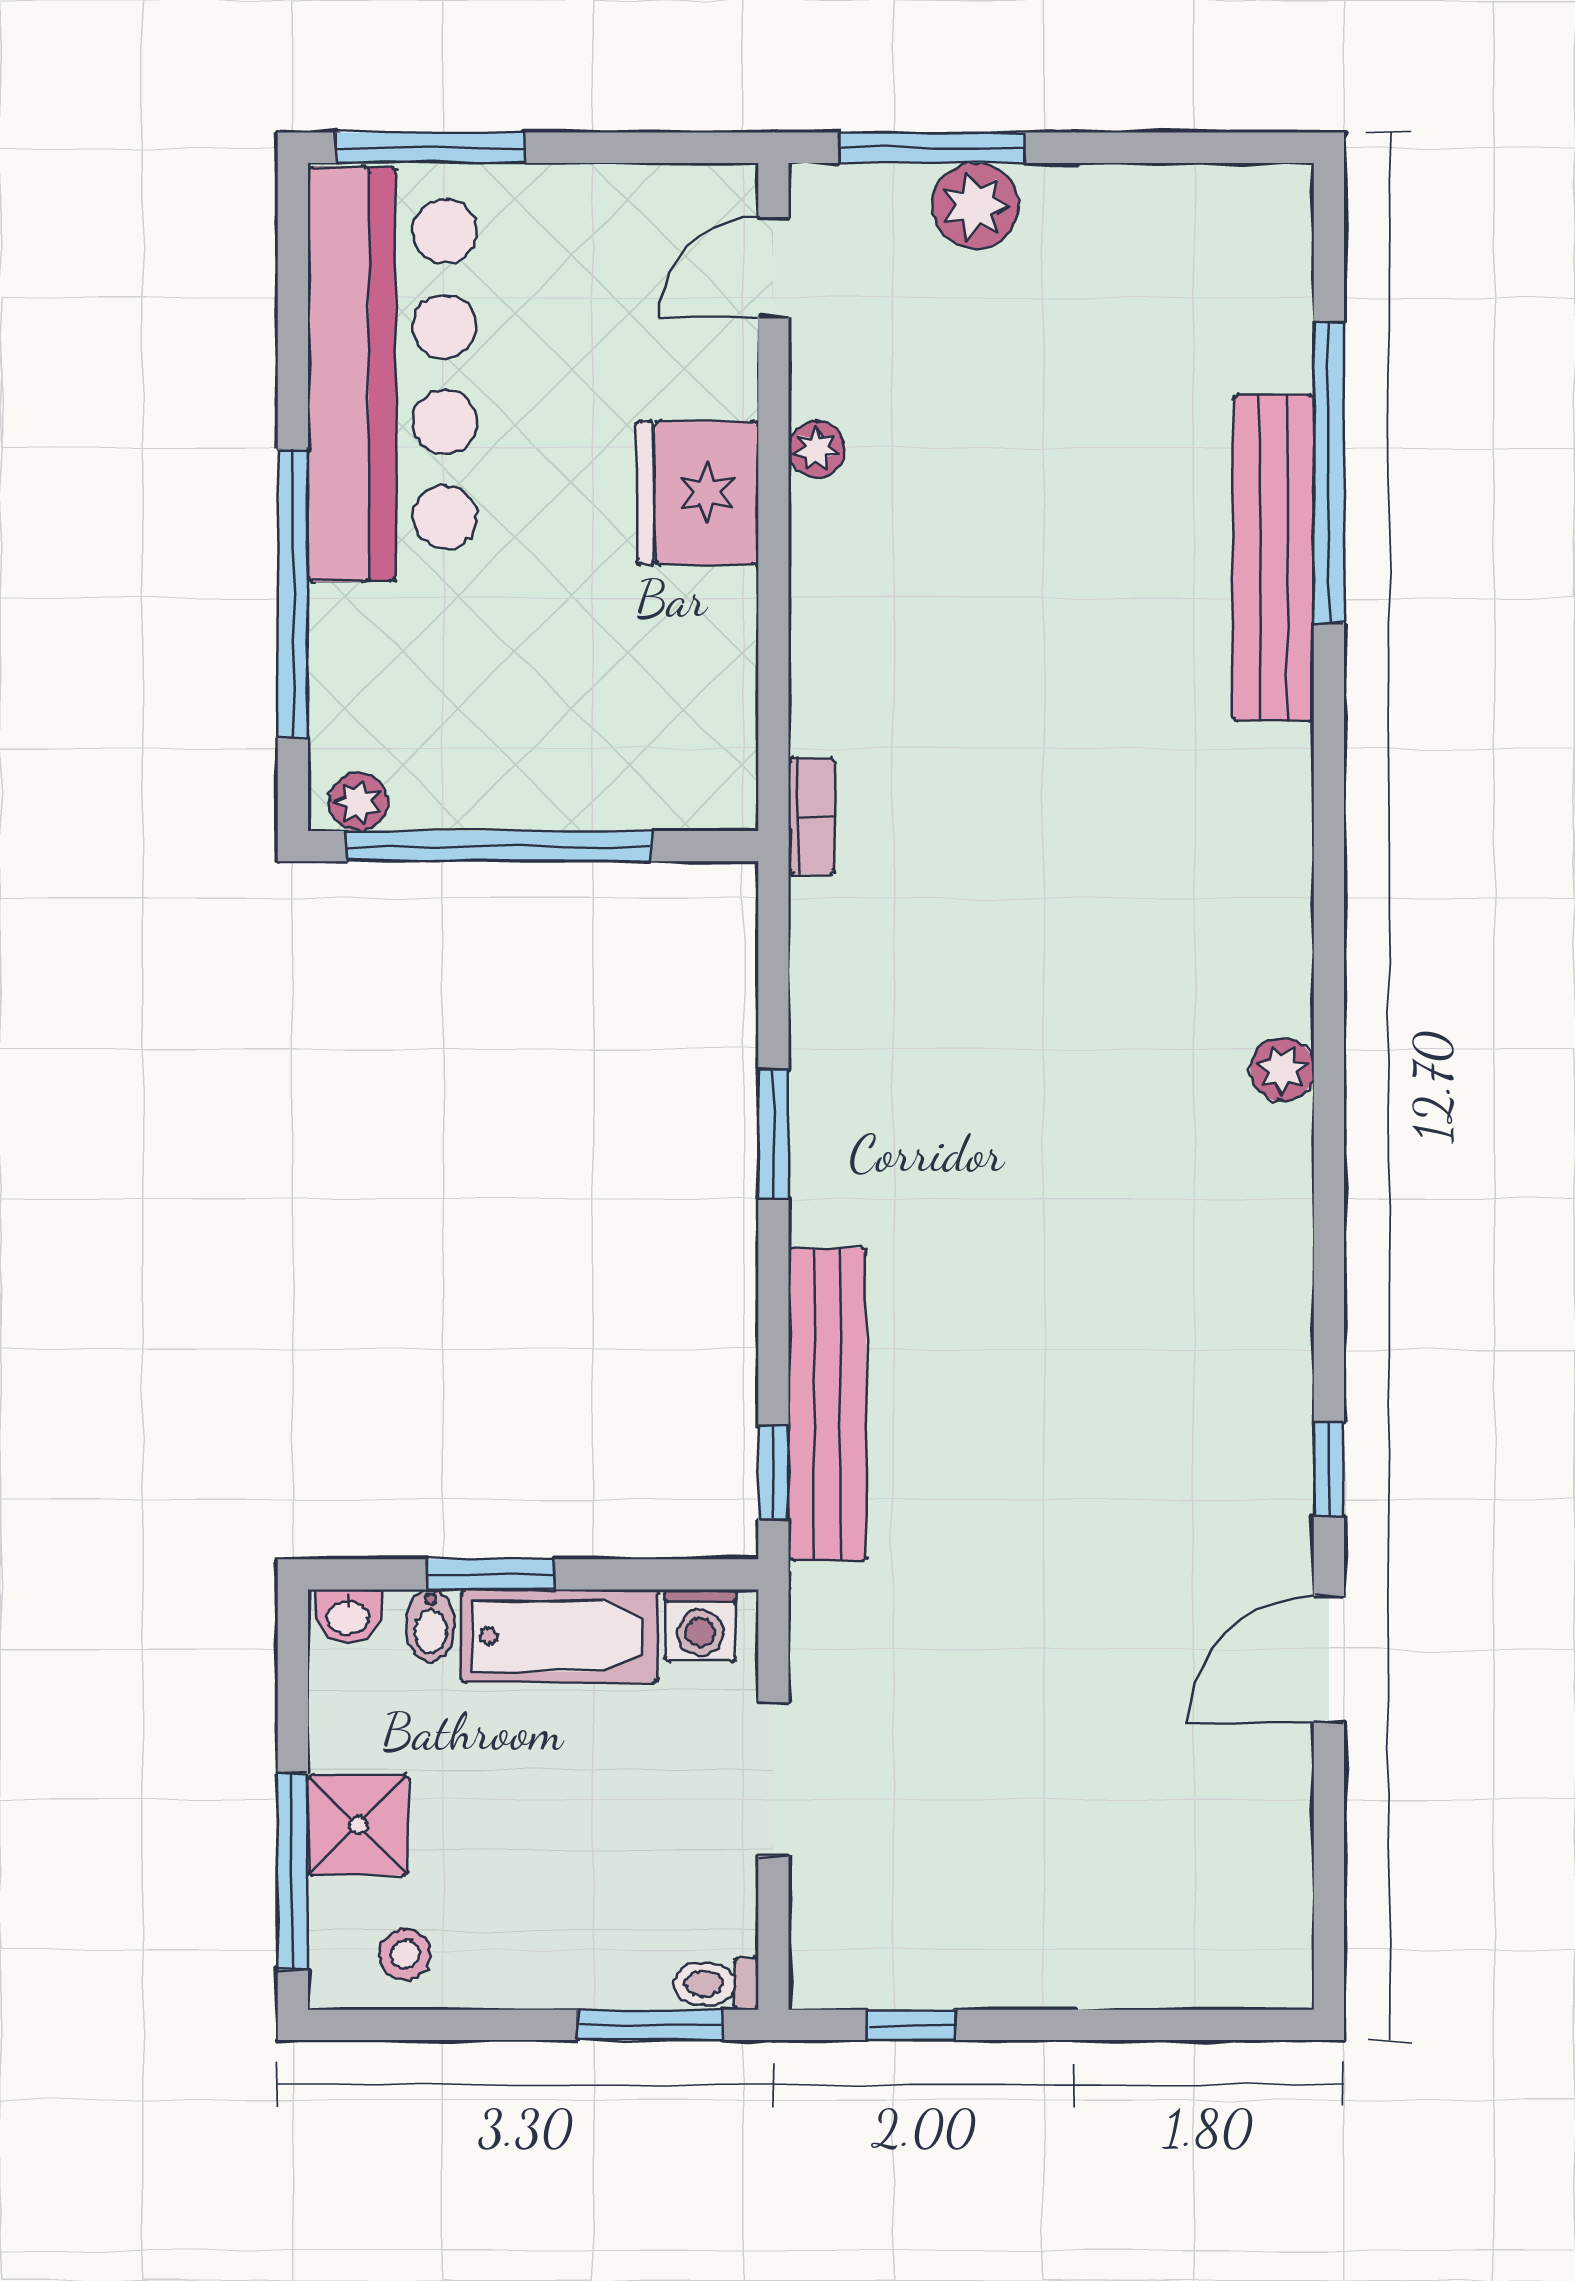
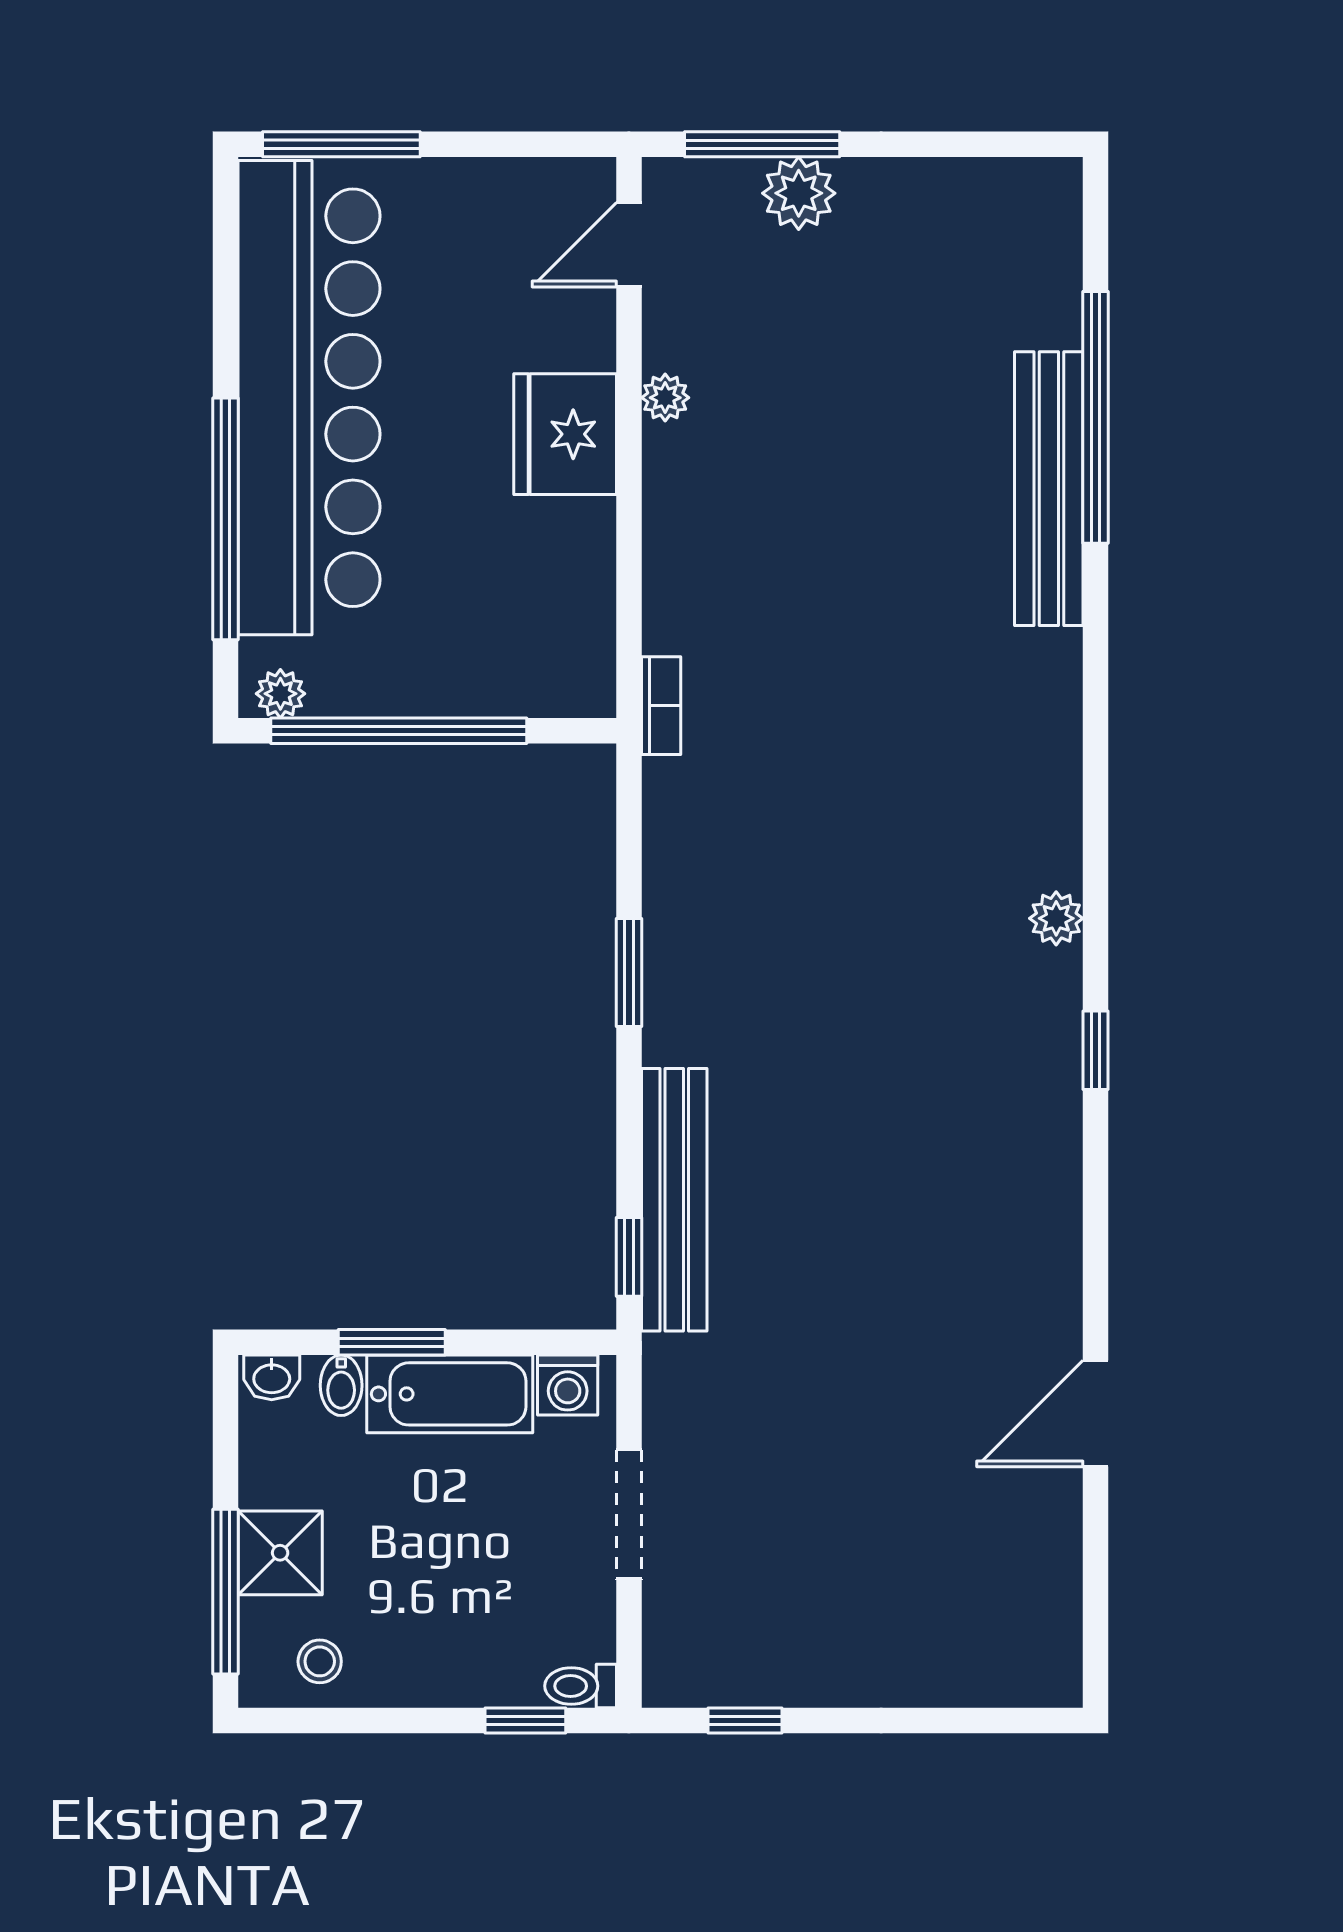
bar counter: (392, 374) -> (309, 398), width x1.36
window: (1329, 1470) -> (1095, 1050), moved
window: (650, 2025) -> (525, 1721), width x0.67

